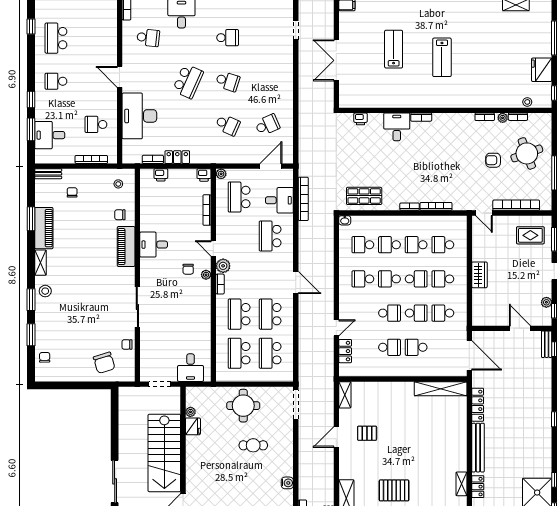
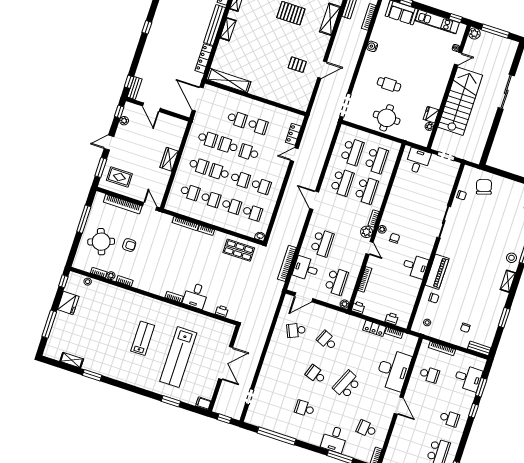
lab bench: (394, 49) -> (178, 357), width x1.86, depth x1.39
piano: (44, 228) -> (496, 307), removed
school desk: (389, 347) -> (258, 126), turned 180
shelving: (345, 395) -> (228, 29), moved

